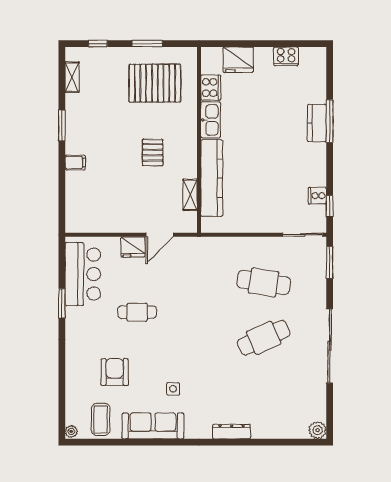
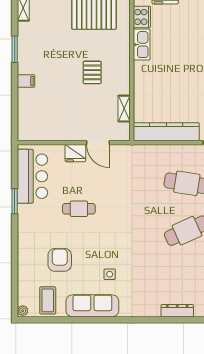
kitchen counter: (212, 178) -> (166, 132), moved, turned -90
door: (160, 235) -> (98, 143), hinge flipped
dresser: (232, 432) -> (177, 311), moved

